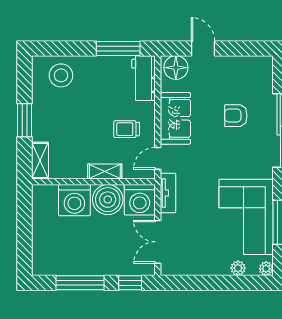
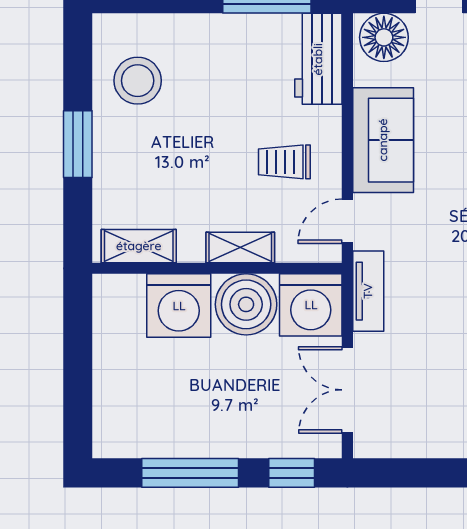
stool: (61, 75) -> (138, 81), moved
shelving: (40, 160) -> (139, 246), moved, turned 90

